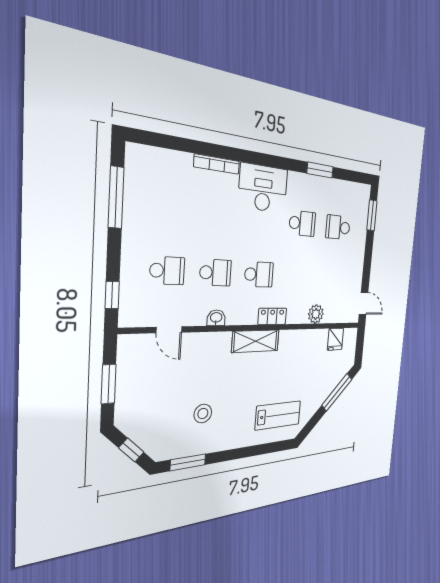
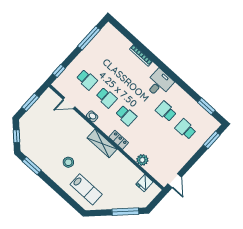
window: (320, 170) -> (206, 106), moved
desk: (263, 188) -> (159, 83), width x0.73
school desk: (302, 223) -> (166, 111), turned 180
door: (169, 330) -> (69, 103), hinge flipped
stool: (203, 414) -> (68, 162), moved

